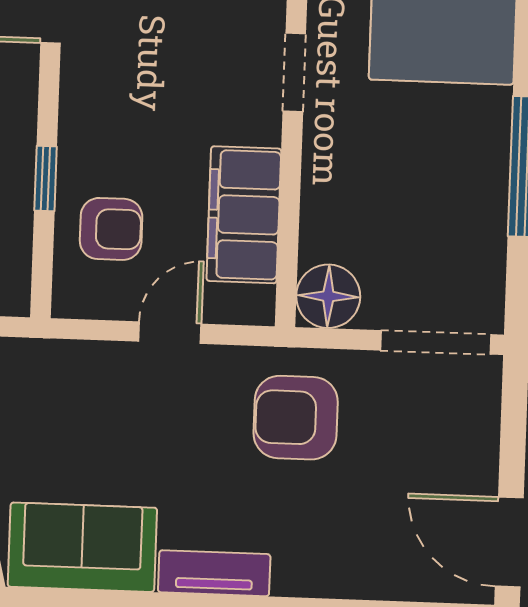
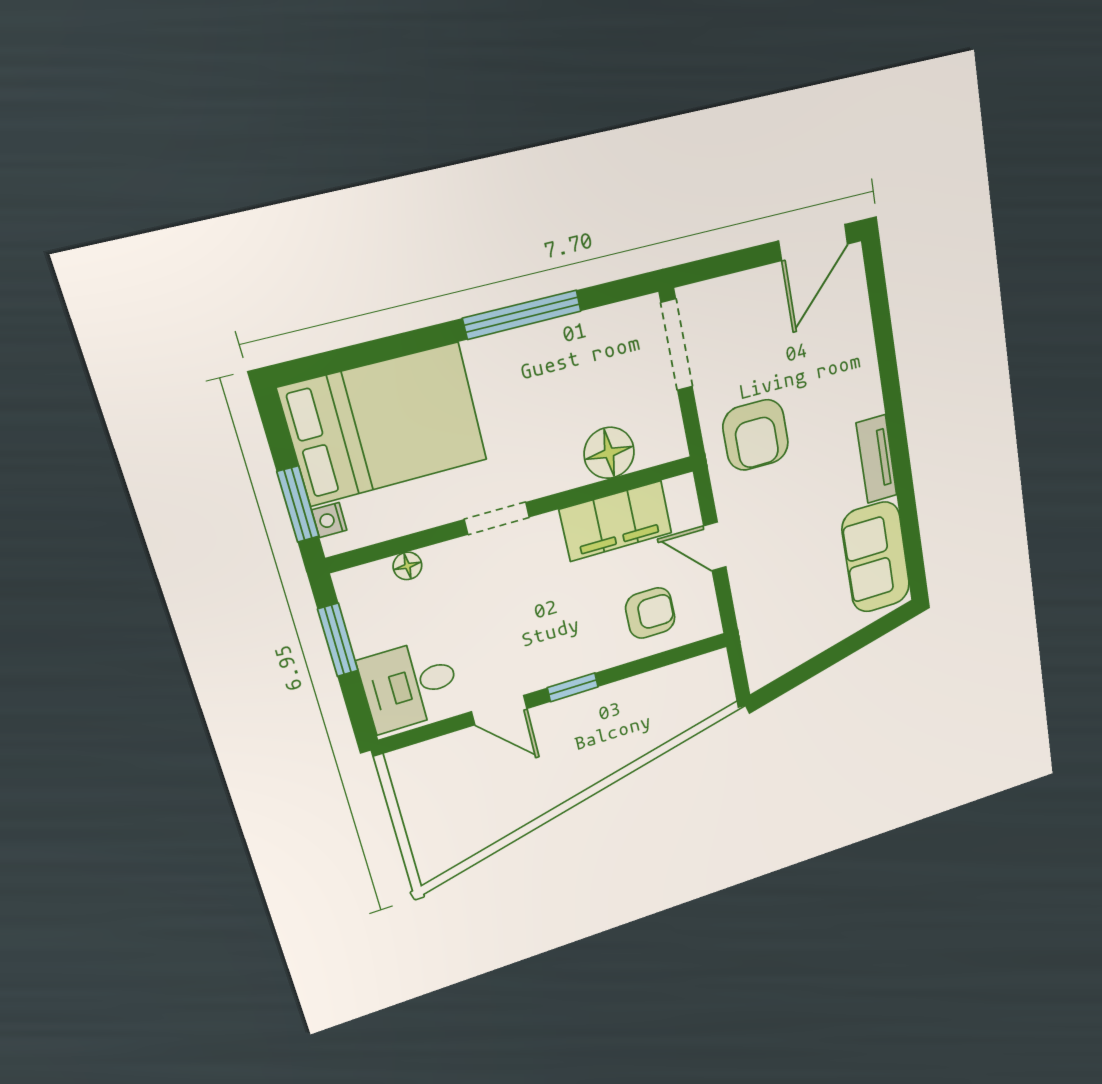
window: (46, 178) -> (573, 687), moved
armchair: (111, 229) -> (650, 613), turned 90
floor lamp: (328, 296) -> (609, 453), moved

